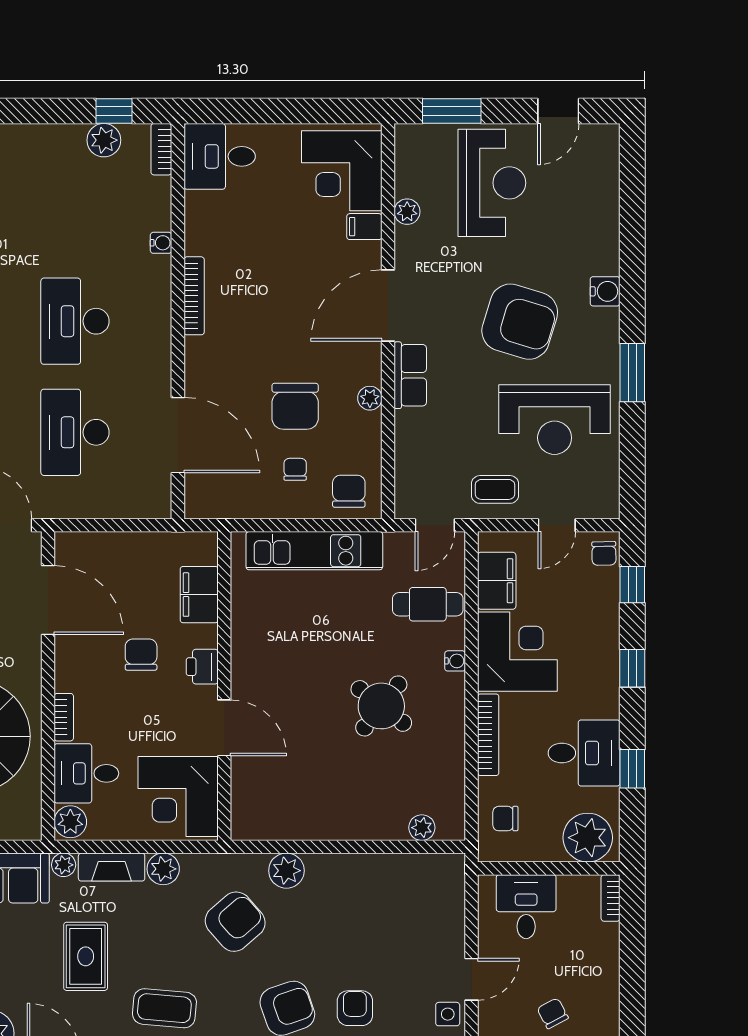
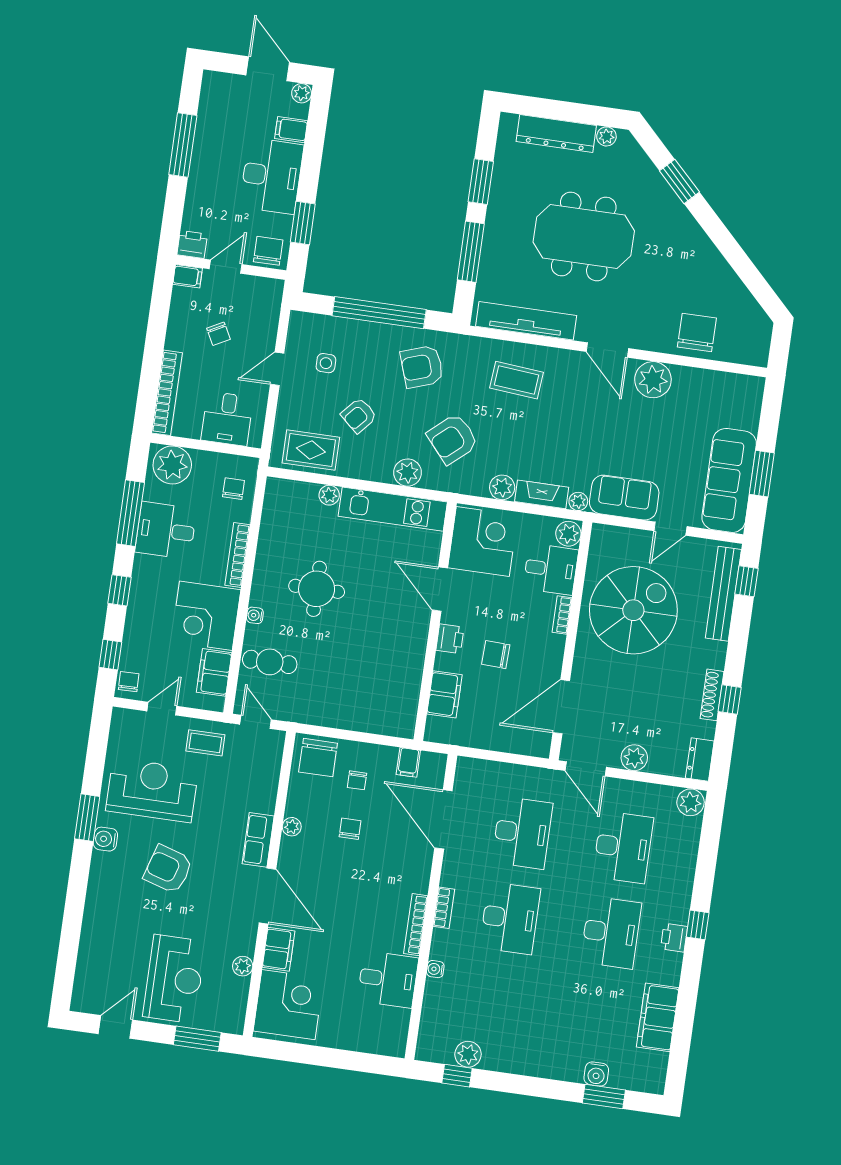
bookcase: (161, 149) -> (444, 908), moved
desk: (220, 156) -> (388, 979), moved
reception desk: (492, 183) -> (174, 979), turned 180
filing cabinet: (364, 227) -> (279, 949), width x2.00
water cooler: (605, 291) -> (105, 839), moved
door: (388, 305) -> (268, 896), hinge flipped
armchair: (520, 322) -> (168, 869), width x0.73, depth x0.73
chair: (295, 406) -> (350, 829), width x0.54, depth x0.54
chair: (349, 491) -> (318, 758), width x1.37, depth x1.37
filing cabinet: (233, 501) -> (408, 762), added
door: (435, 525) -> (256, 722), hinge flipped
kitchen unit: (314, 551) -> (393, 509), moved, turned 180
door: (48, 600) -> (561, 707), hinge flipped
chair: (141, 655) -> (496, 655), turned 92
round table: (381, 706) -> (317, 589), turned -38
window: (632, 769) -> (130, 513), width x2.17
chair: (505, 819) -> (233, 489), turned -90
plant: (422, 828) -> (329, 495), moved
bookcase: (611, 898) -> (167, 393), width x2.31, depth x1.31
rug: (86, 956) -> (311, 450), moved, turned 90
armchair: (355, 1008) -> (359, 415), moved, turned 41
side table: (448, 1014) -> (326, 363), moved

